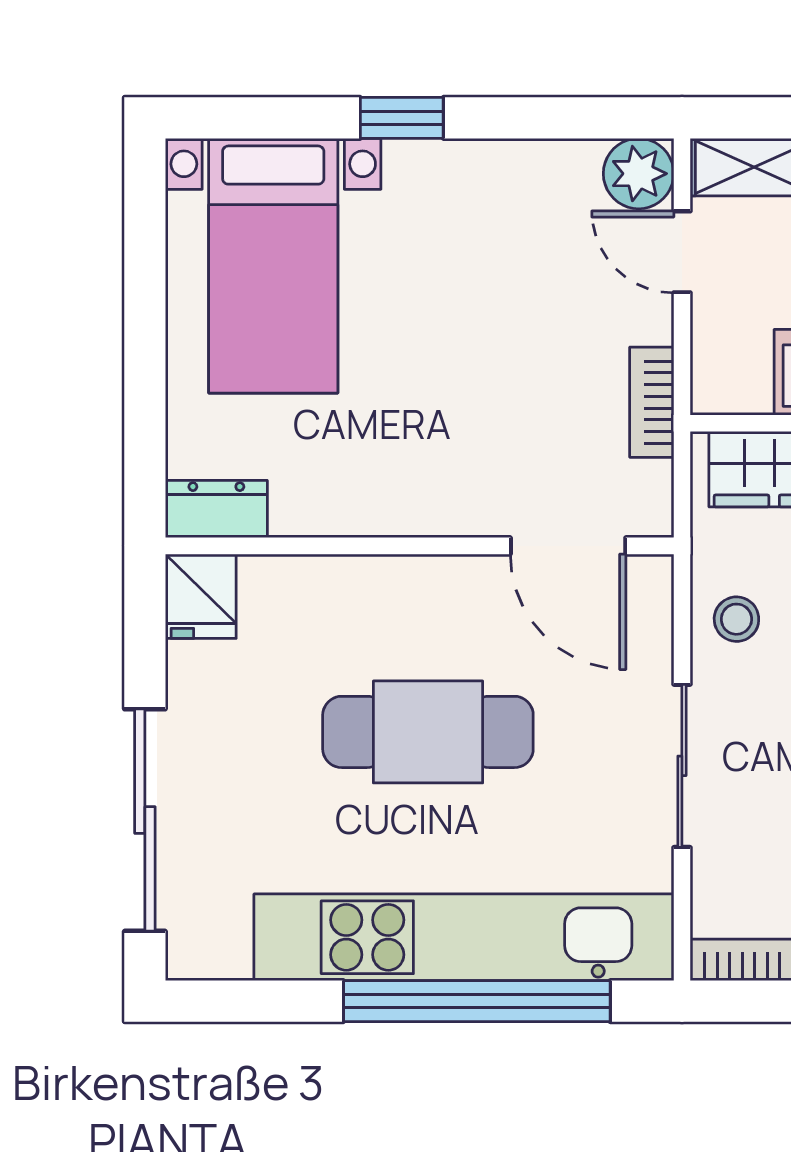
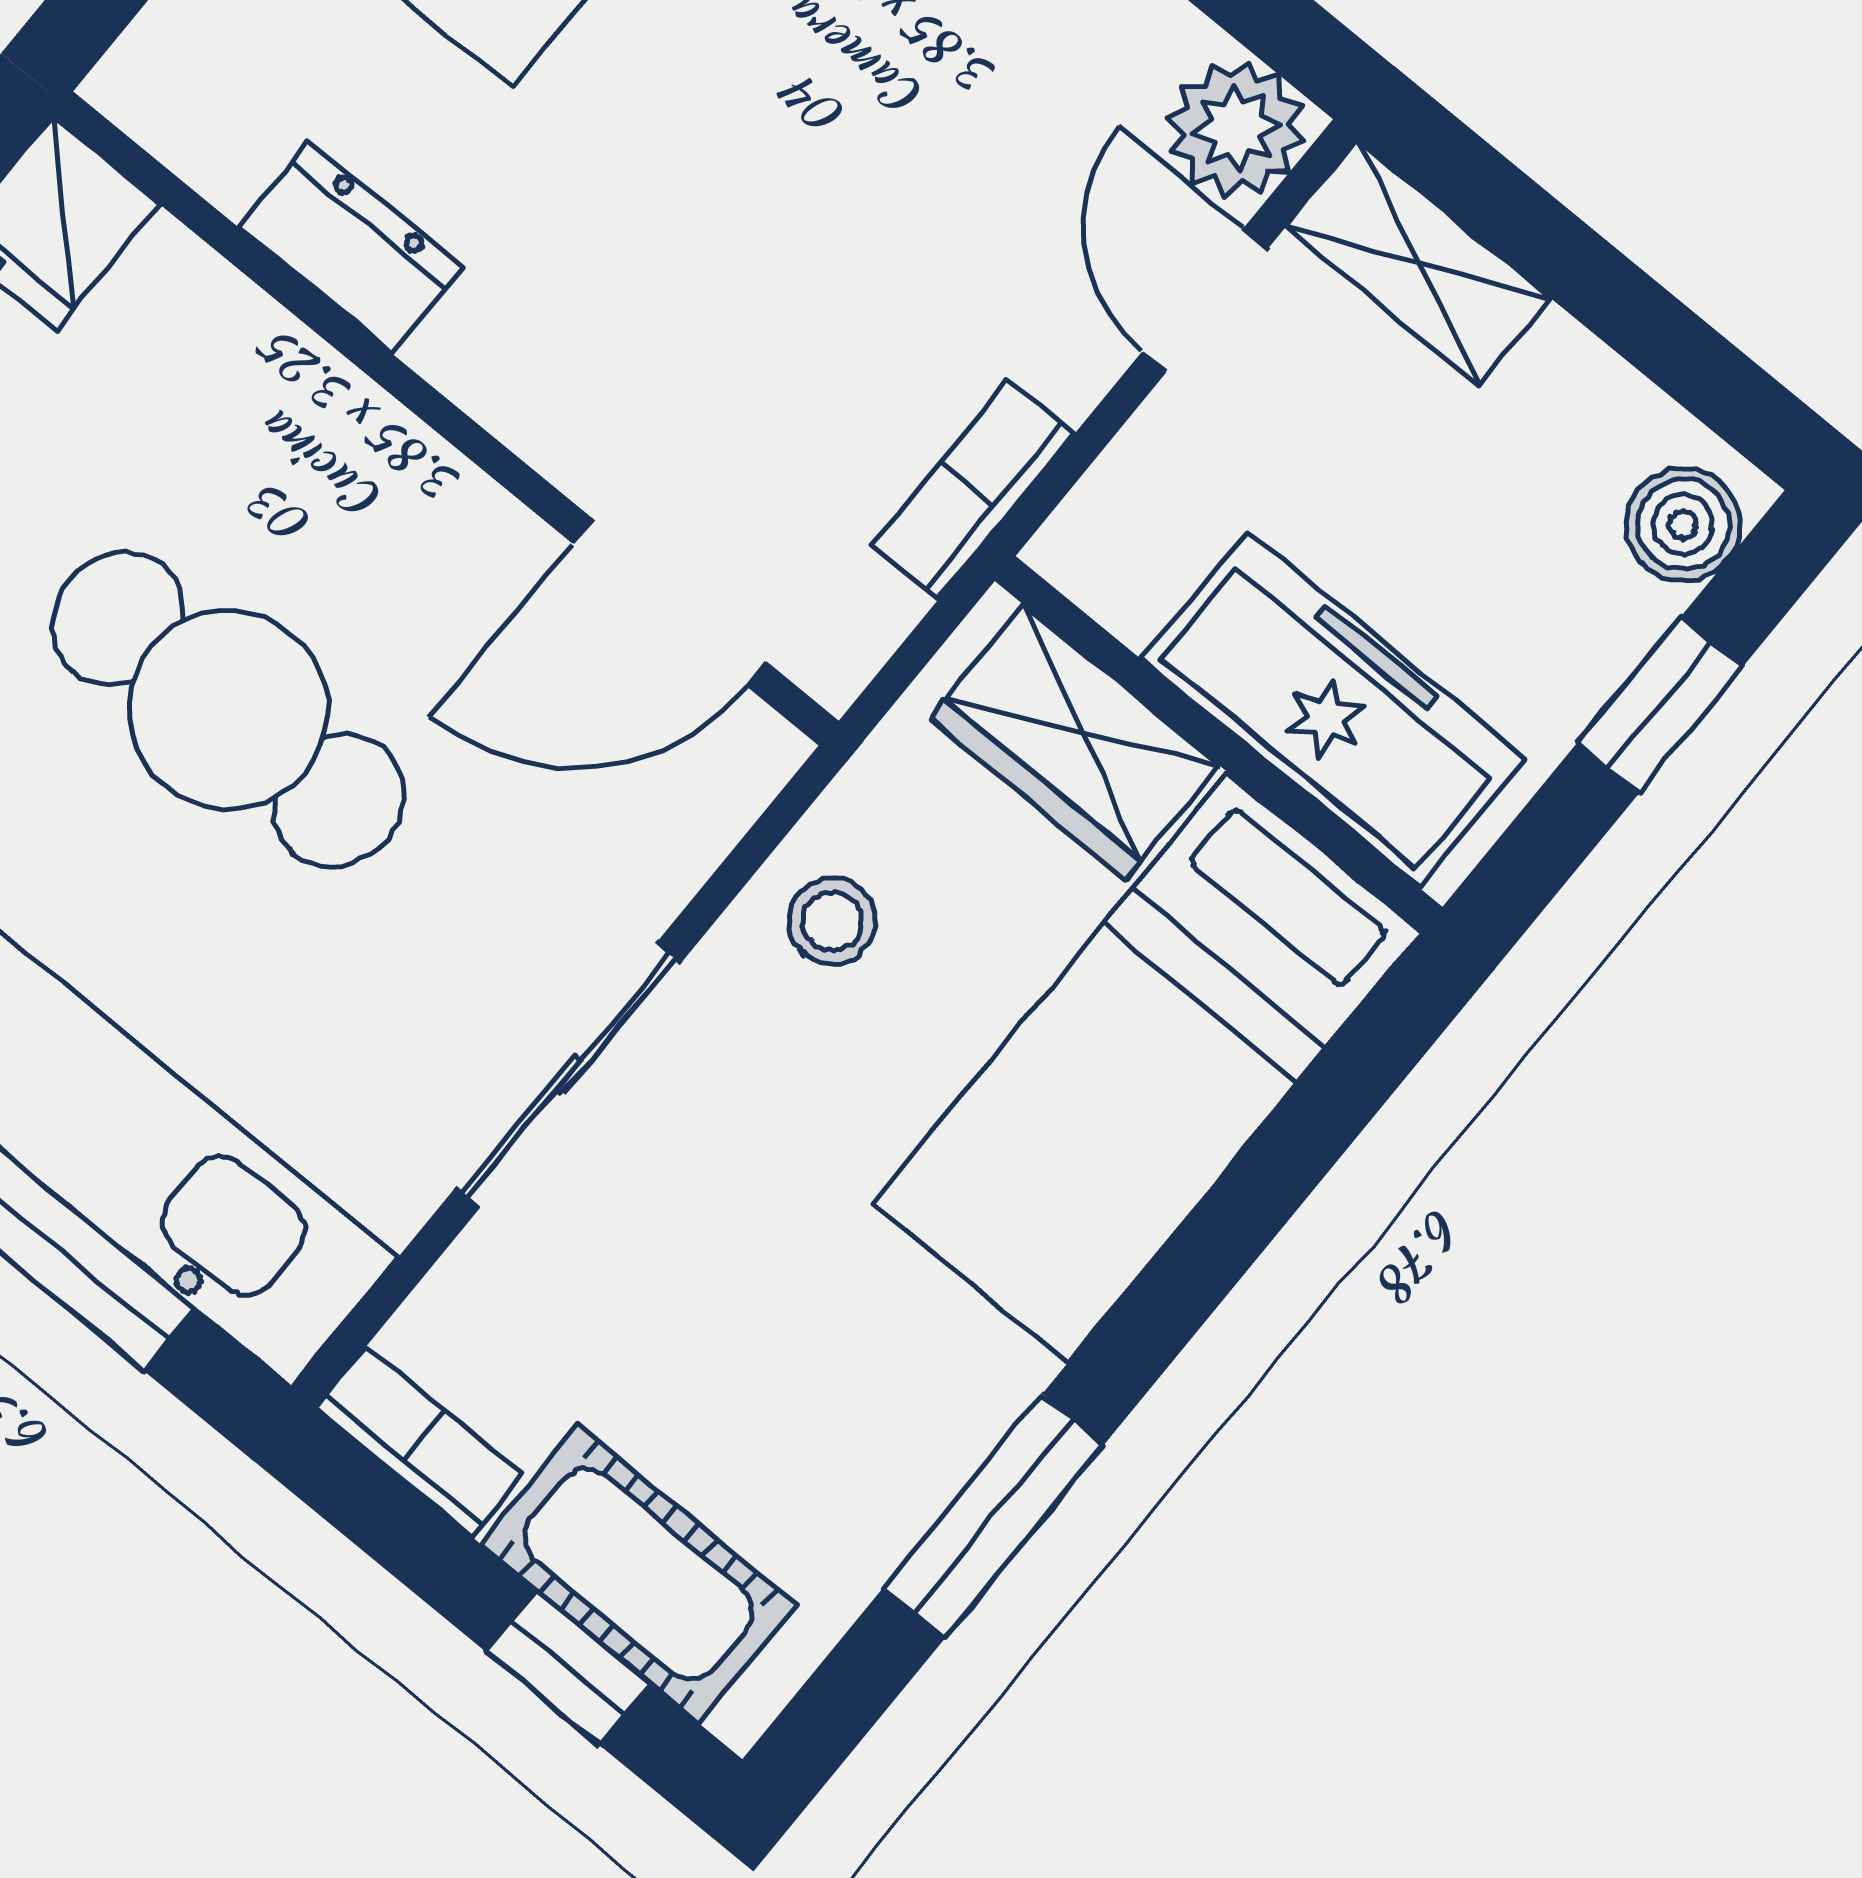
dresser: (216, 509) -> (351, 248), moved
door: (568, 546) -> (669, 602), hinge flipped

